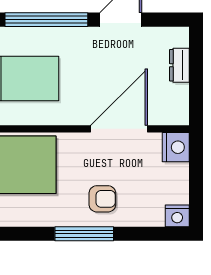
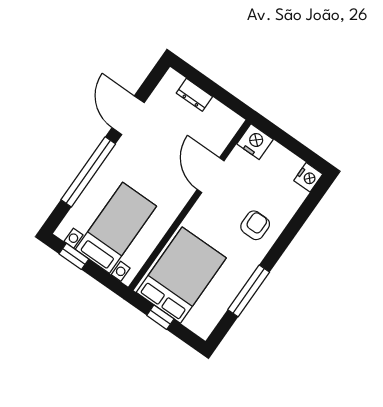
door: (119, 129) -> (211, 175), width x0.73
window: (84, 234) -> (249, 291), moved

